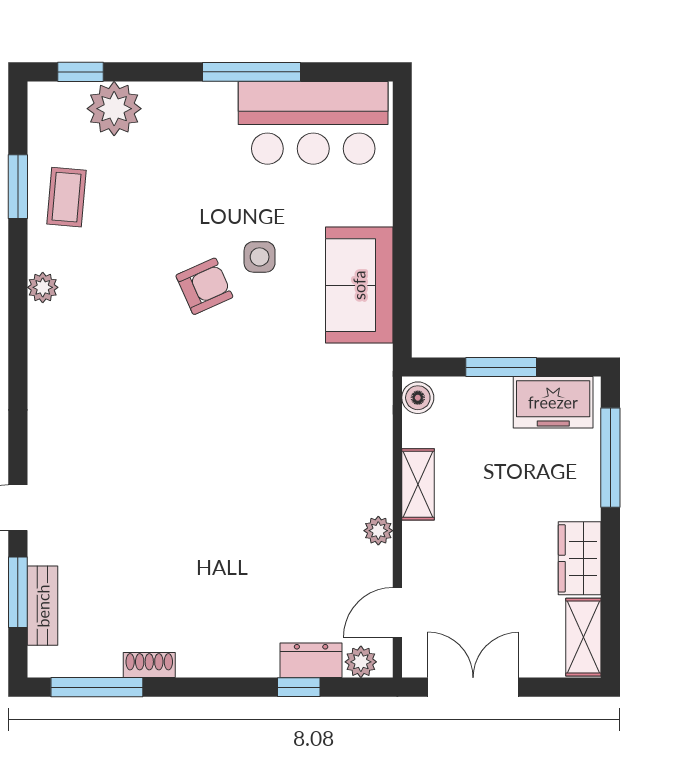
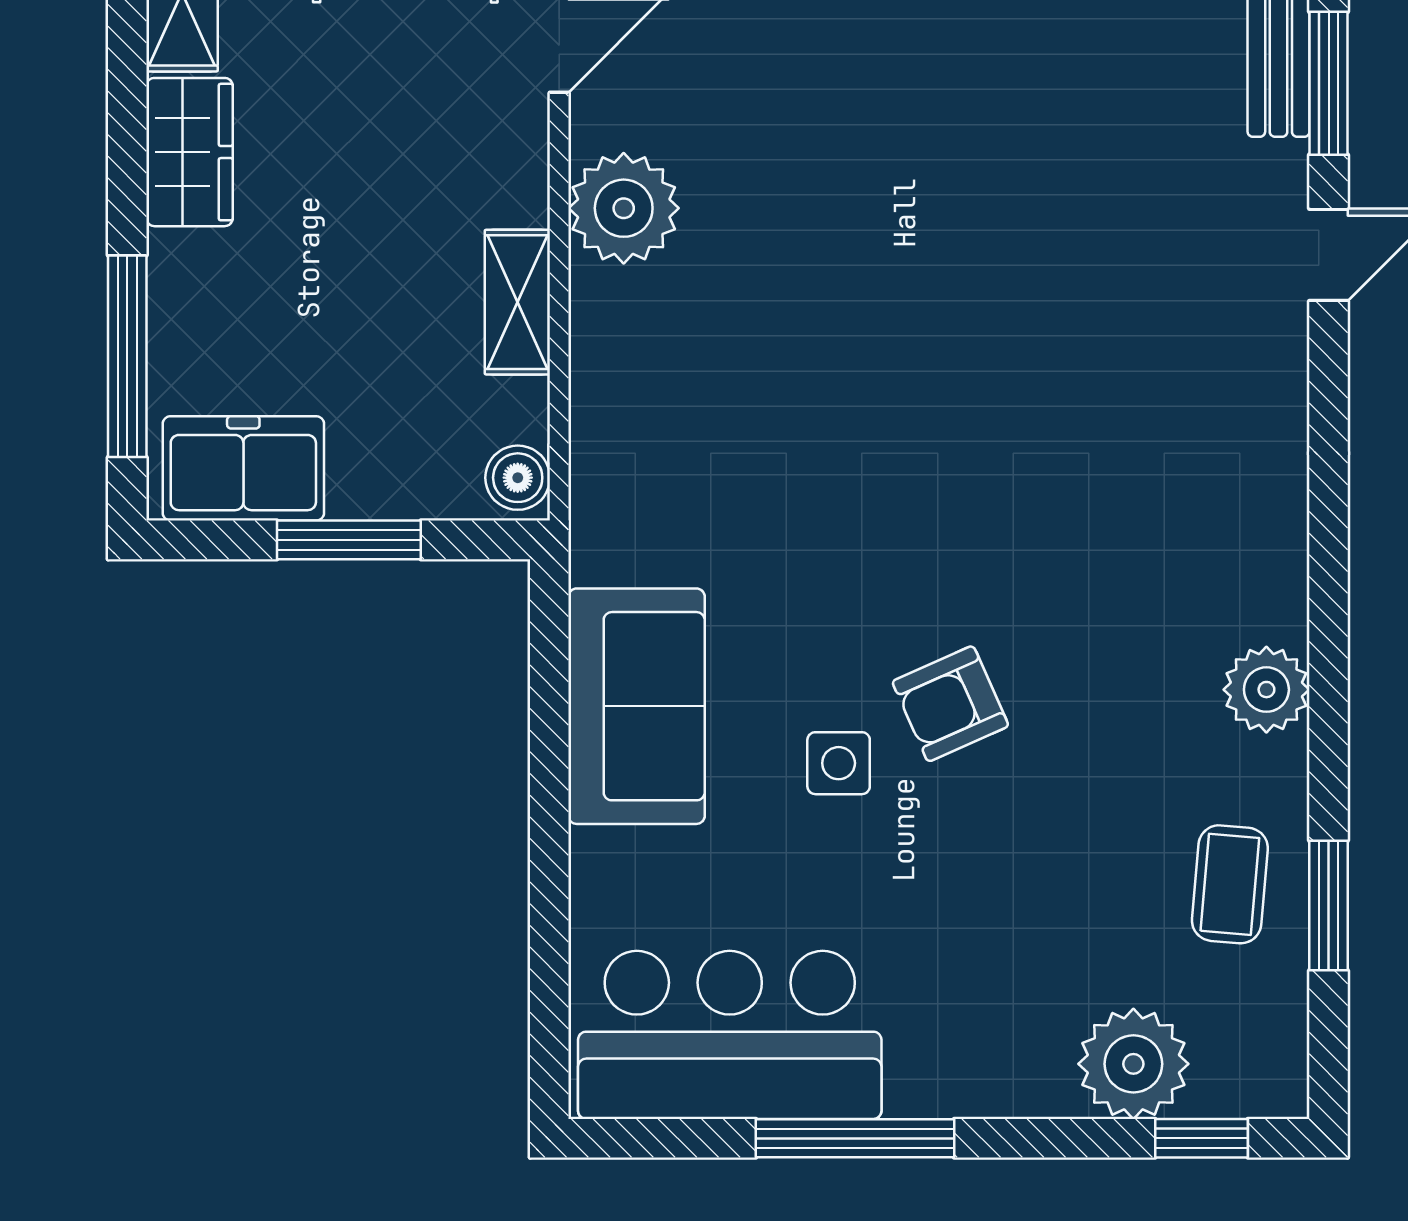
plant: (43, 287) -> (1266, 690), width x1.38, depth x1.38
plant: (378, 531) -> (624, 208), width x1.88, depth x1.88

